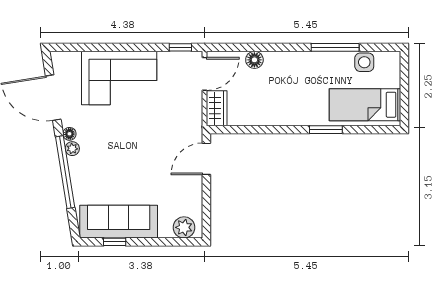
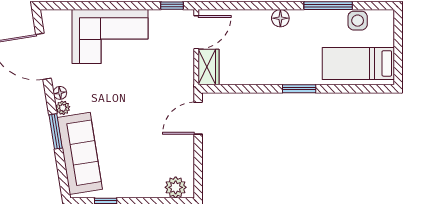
floor lamp: (254, 60) -> (280, 18), moved
window: (326, 130) -> (299, 89), moved
window: (65, 172) -> (56, 131), width x0.47
sofa: (119, 222) -> (80, 153), moved, turned 81

